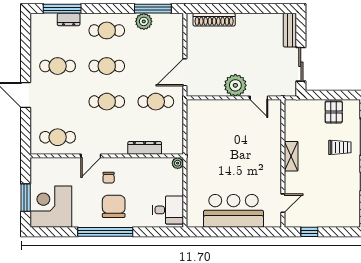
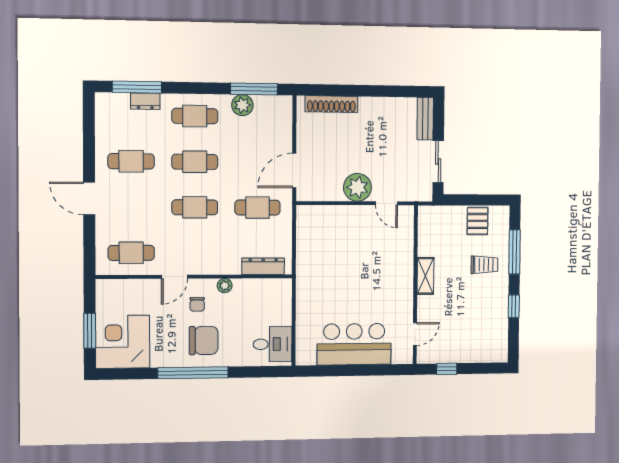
dresser: (145, 148) -> (263, 266), moved
plant: (178, 163) -> (225, 286), moved
chair: (114, 206) -> (204, 340), turned 90

